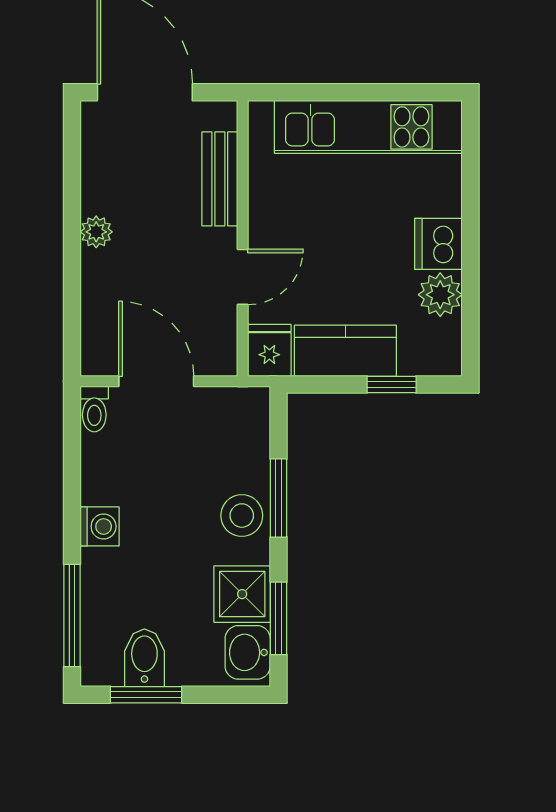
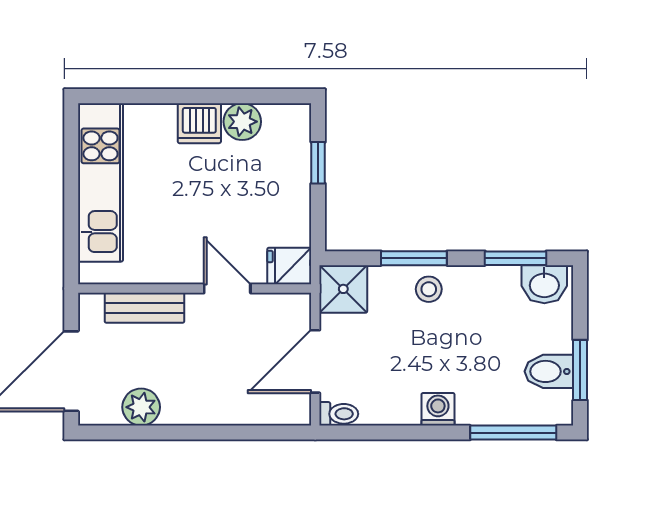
plant: (96, 232) -> (141, 407), moved, width x1.38, depth x1.38
kitchen counter: (345, 351) -> (290, 202), removed
stool: (242, 516) -> (429, 289), width x0.73, depth x0.73
shower: (242, 594) -> (343, 289), moved

